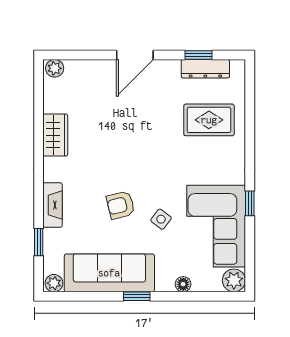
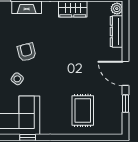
door: (135, 55) -> (126, 73), moved
dresser: (205, 69) -> (116, 32), moved

